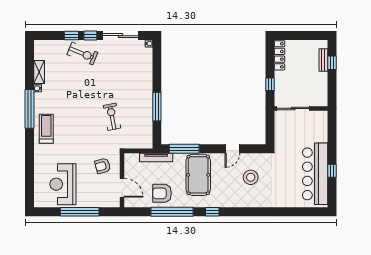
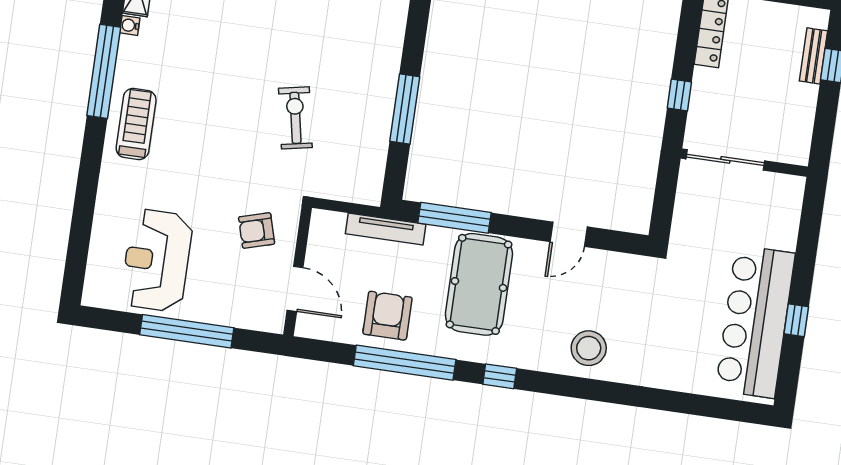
stool: (251, 177) -> (589, 348), moved
armchair: (162, 193) -> (387, 316), turned 90

